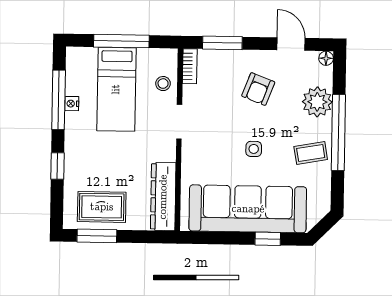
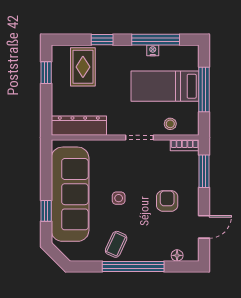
floor lamp: (326, 58) -> (177, 255), moved
armchair: (258, 89) -> (167, 201), turned 69
plant: (317, 102) -> (158, 249), removed
coffee table: (311, 153) -> (116, 244), turned 35
rug: (102, 207) -> (83, 67), moved
window: (97, 236) -> (46, 73), width x0.67

